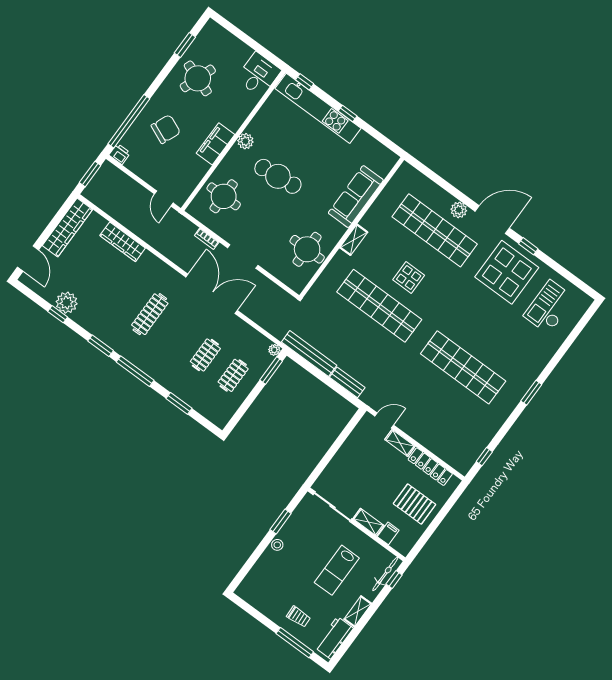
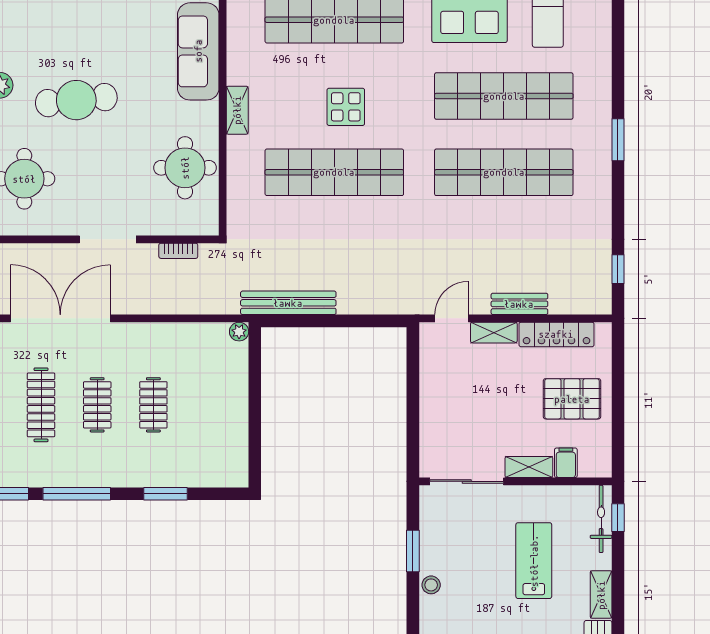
bookcase: (207, 239) -> (178, 251), moved
double door: (212, 294) -> (60, 318), moved
shop shelf: (491, 330) -> (504, 96), added
window: (271, 370) -> (255, 362), removed
clothes rail: (233, 375) -> (97, 405), moved
bench: (347, 382) -> (519, 304), moved
lab bench: (337, 570) -> (534, 561), turned 180

